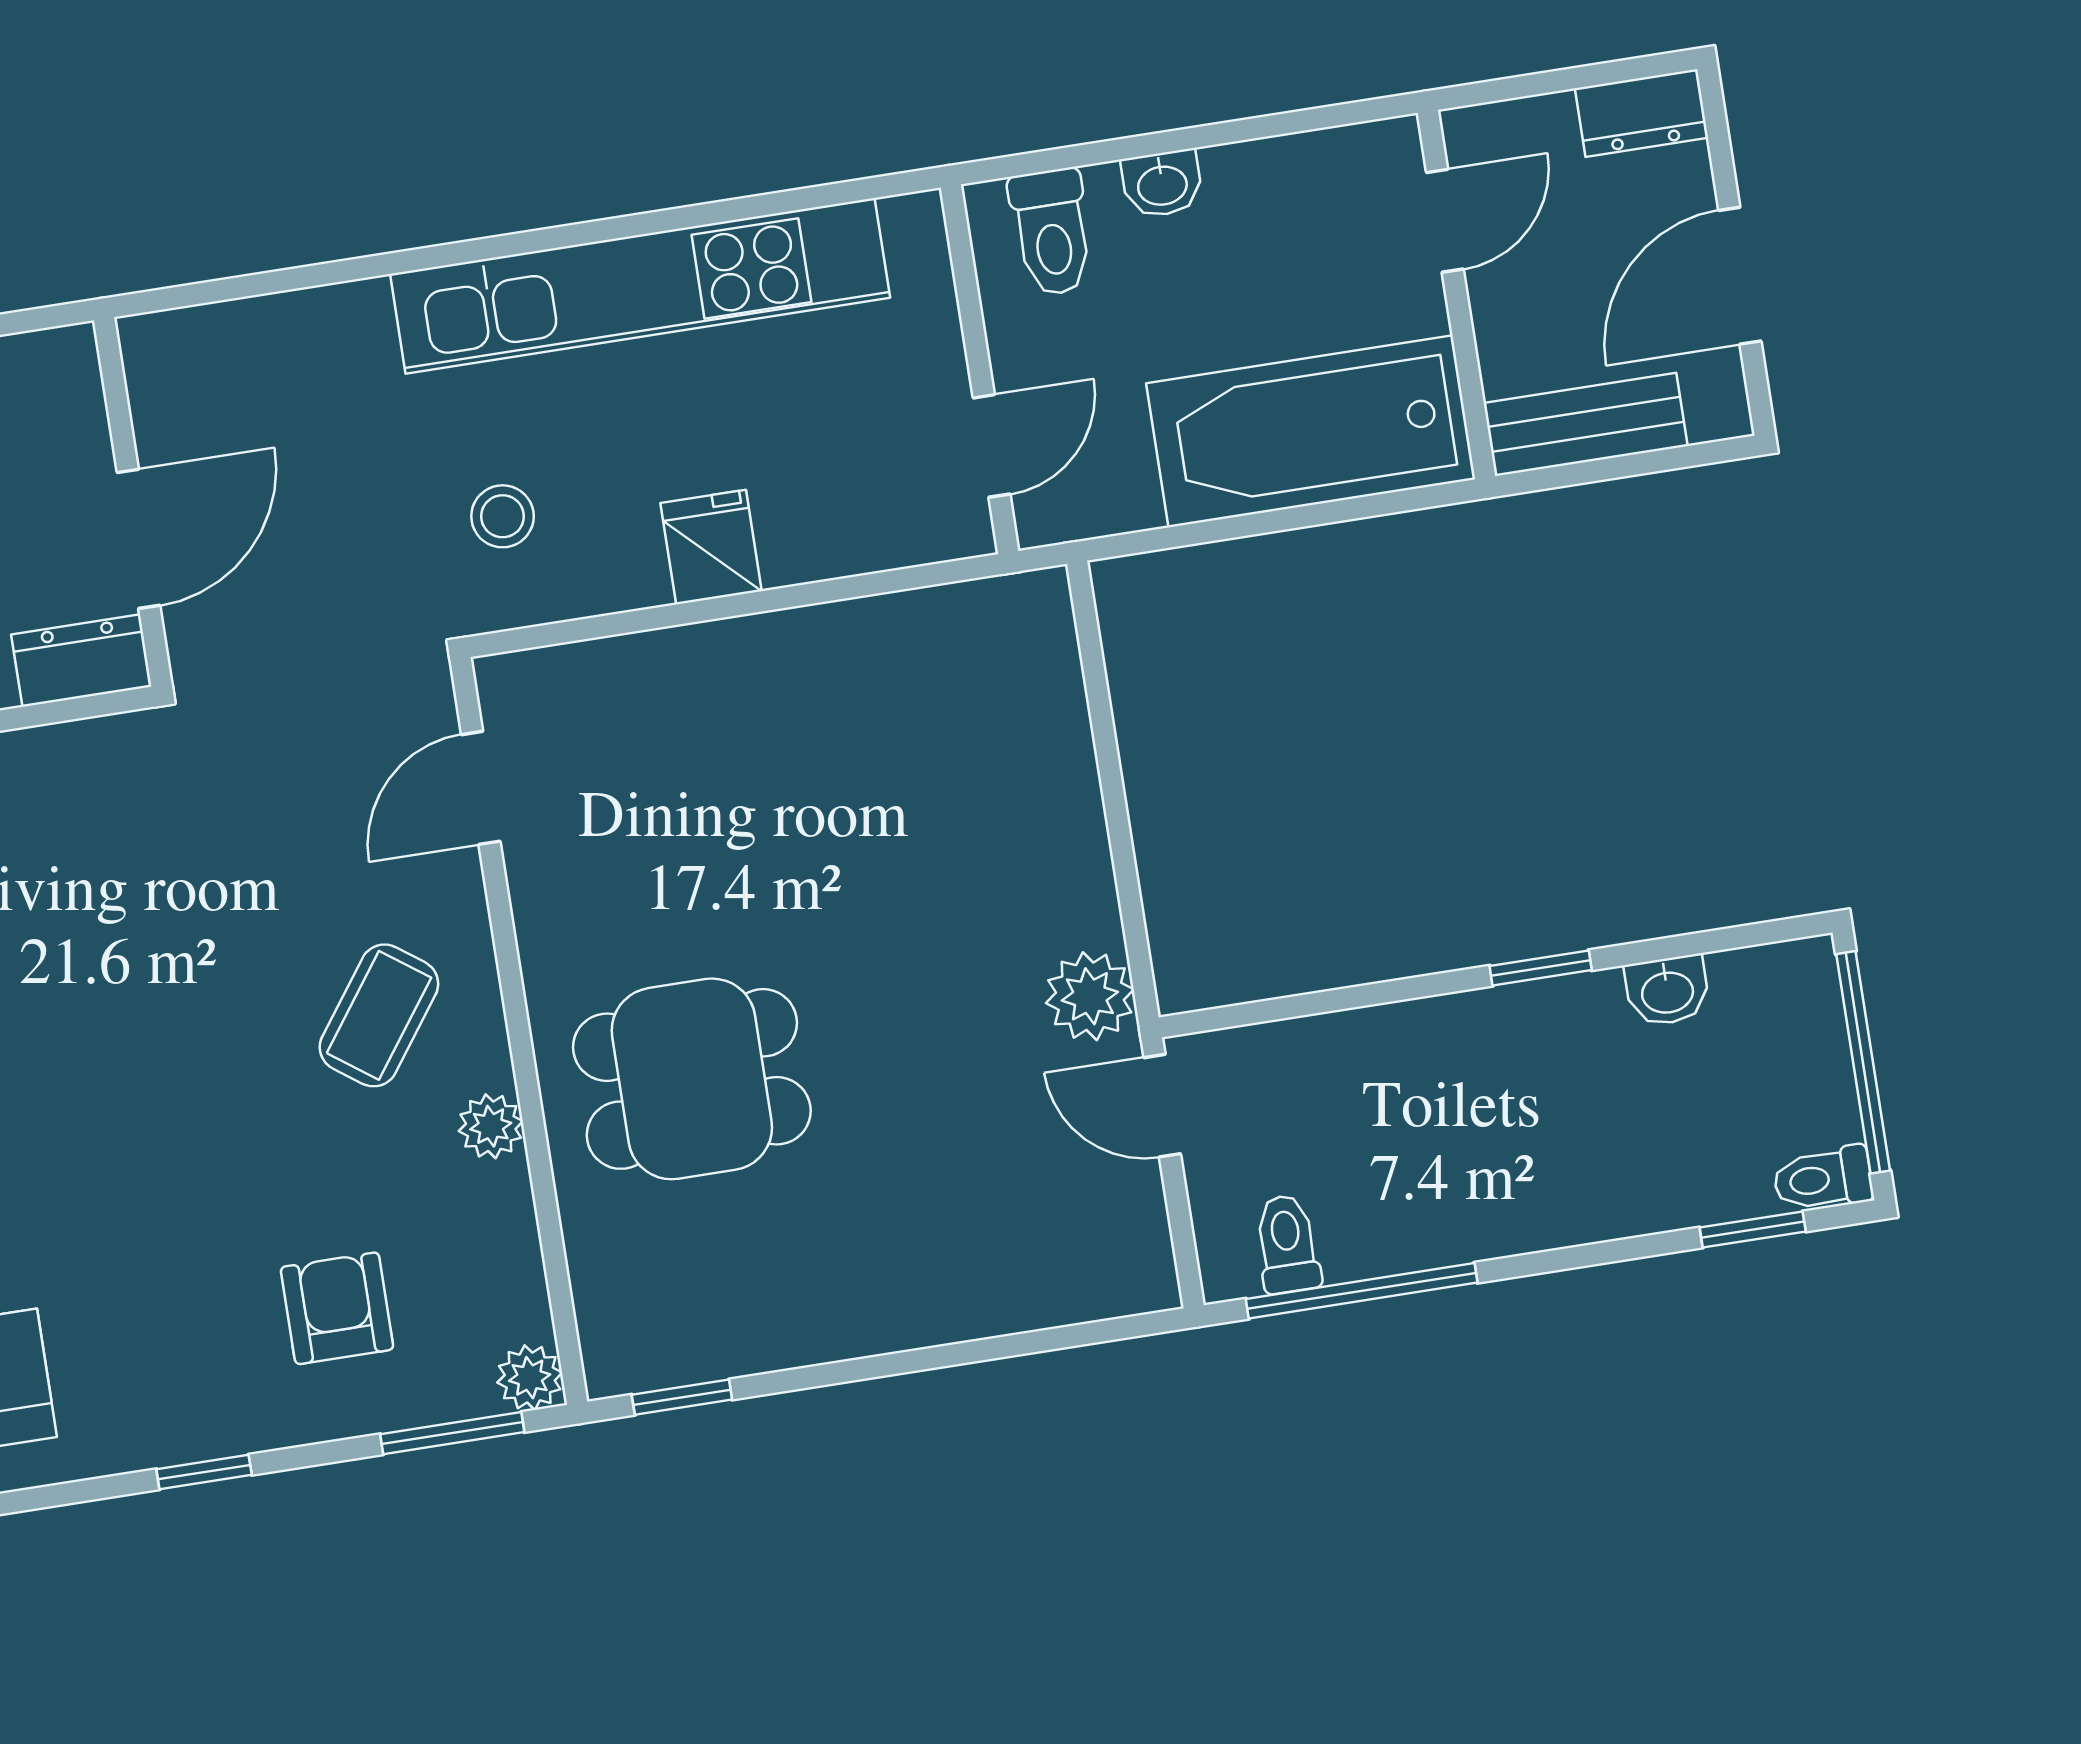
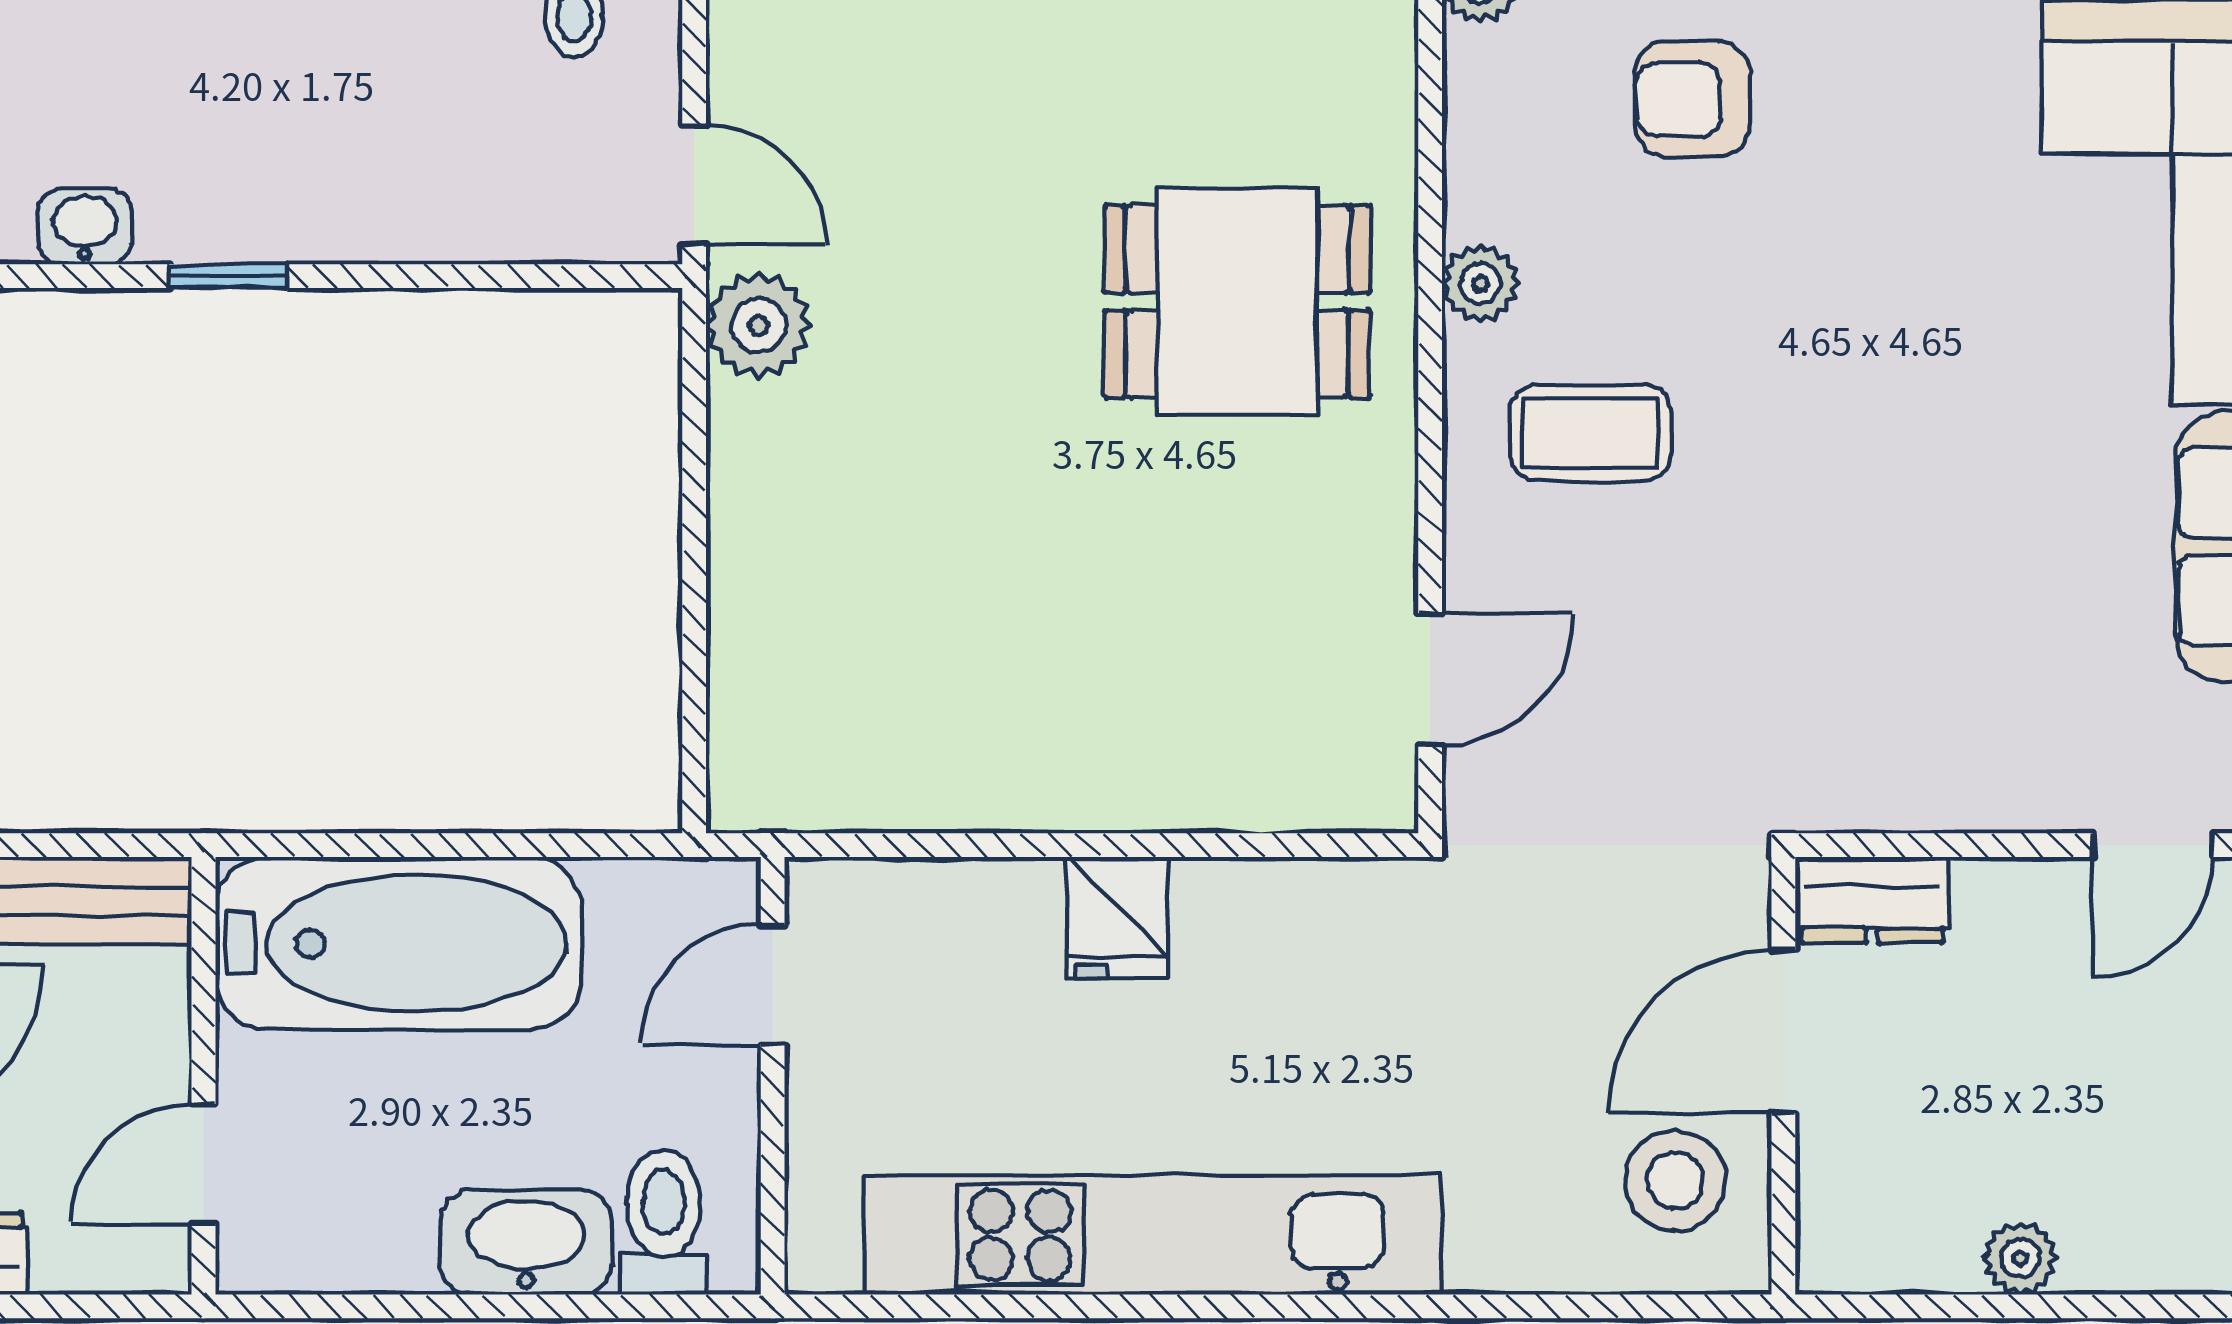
washbasin: (1162, 184) -> (526, 1242), width x1.91, depth x1.45
stool: (503, 516) -> (1675, 1180), moved, width x1.37, depth x1.37
coffee table: (379, 1015) -> (1590, 433), turned 54
armchair: (337, 1308) -> (1692, 99), turned 90

